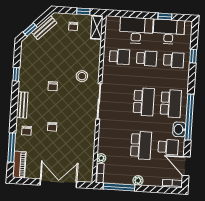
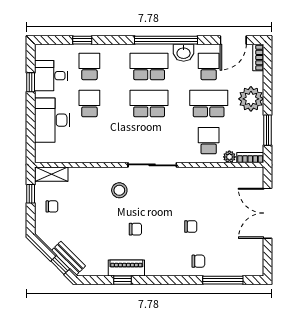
bench: (44, 28) -> (68, 258), moved
desk: (169, 32) -> (51, 76), width x0.73
school desk: (119, 57) -> (209, 141), moved
bench: (22, 105) -> (164, 269), removed
piano: (19, 164) -> (126, 268), moved
plant: (138, 180) -> (251, 99), width x1.88, depth x1.88
window: (119, 187) -> (267, 130), width x0.69

